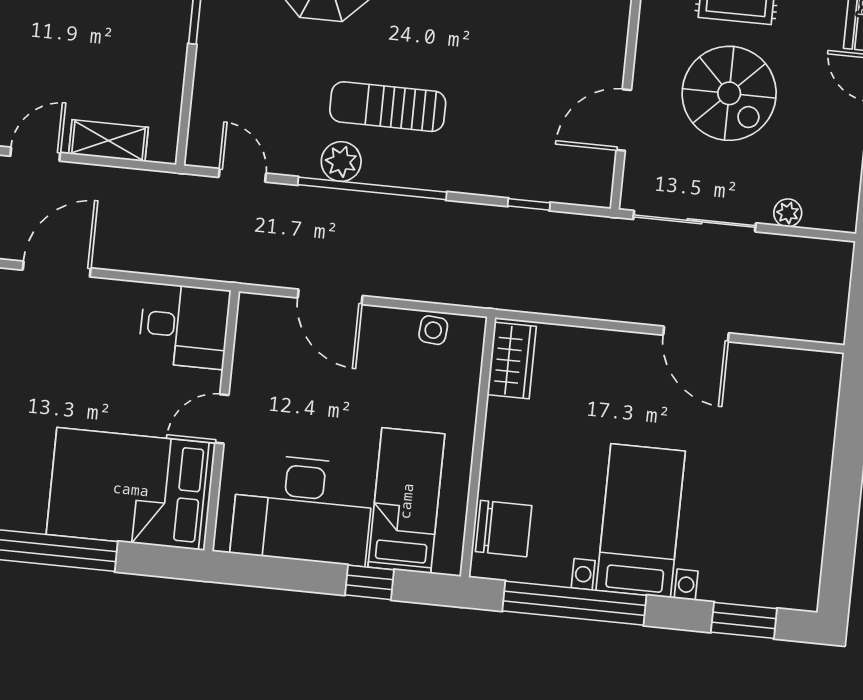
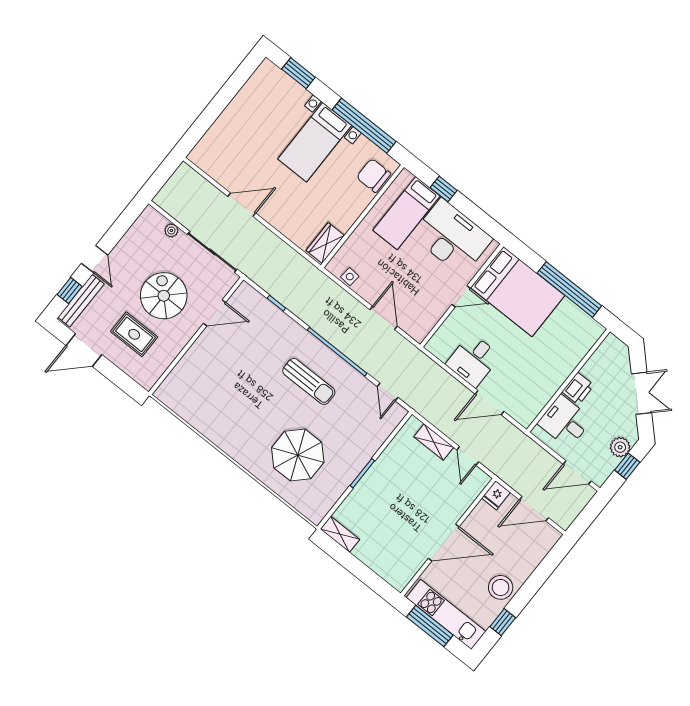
door: (35, 154) -> (468, 456), hinge flipped
plant: (341, 162) -> (343, 371), removed
desk: (184, 326) -> (473, 360), moved, turned -90
door: (696, 334) -> (242, 205), hinge flipped

